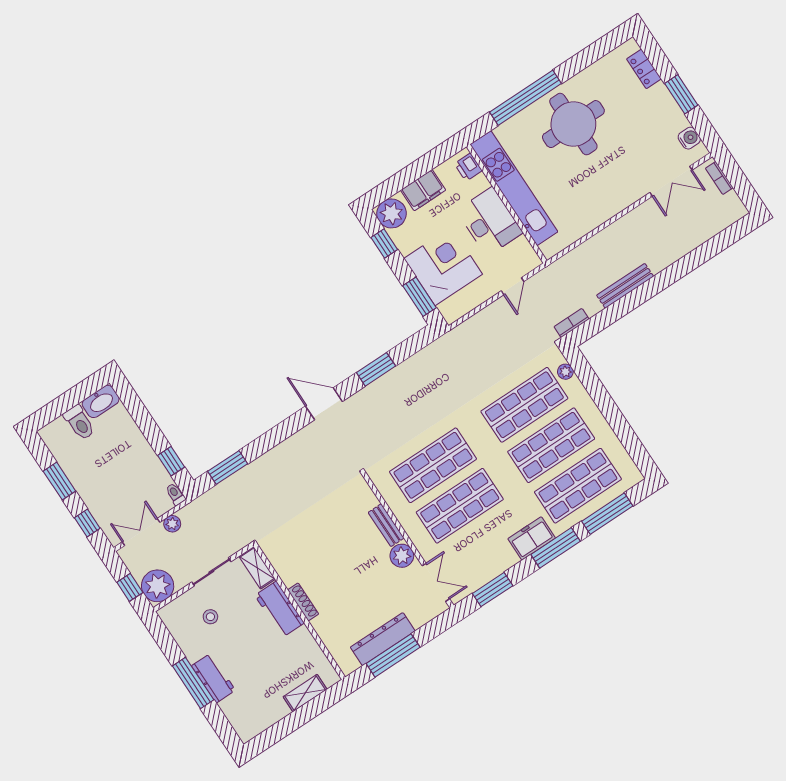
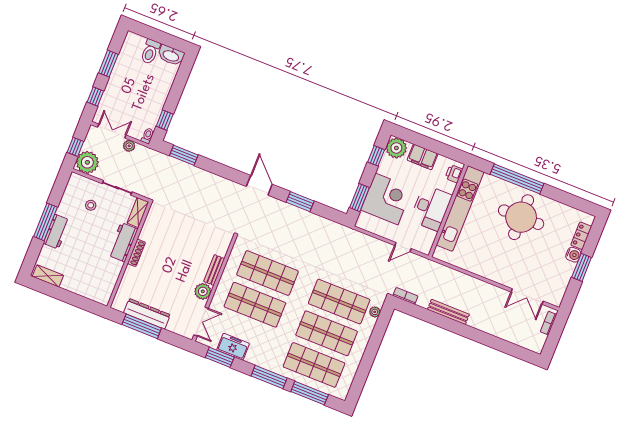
water cooler: (689, 138) -> (573, 255), moved
freezer: (532, 538) -> (233, 347), moved
shelving: (305, 693) -> (48, 276), moved

